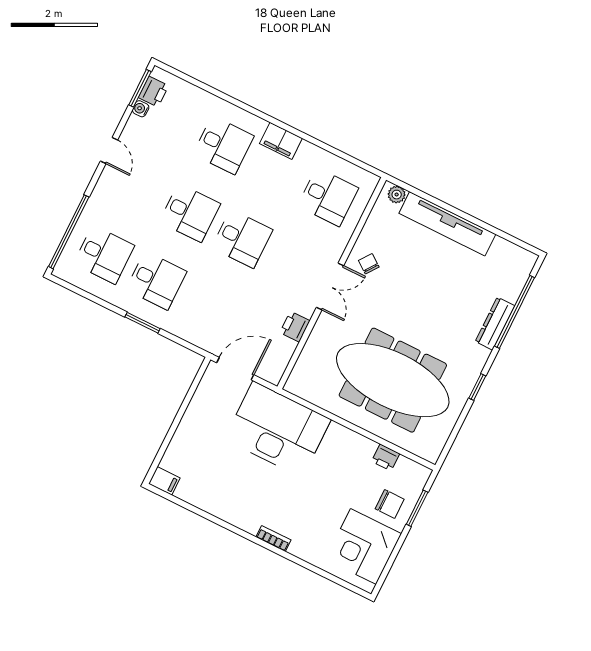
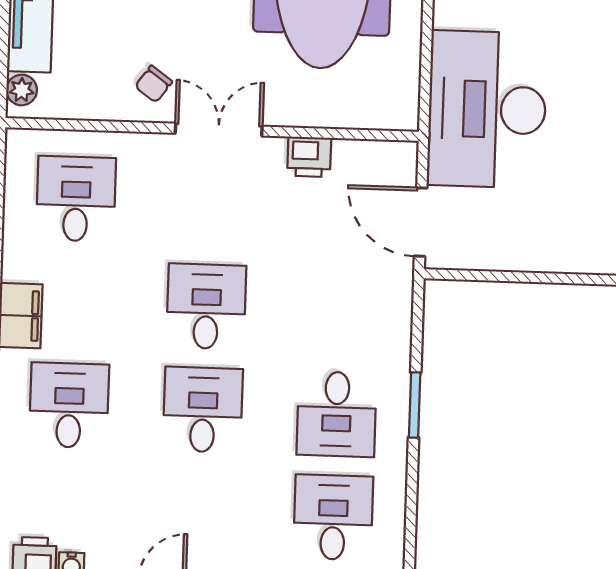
desk: (156, 280) -> (337, 414), turned 180

